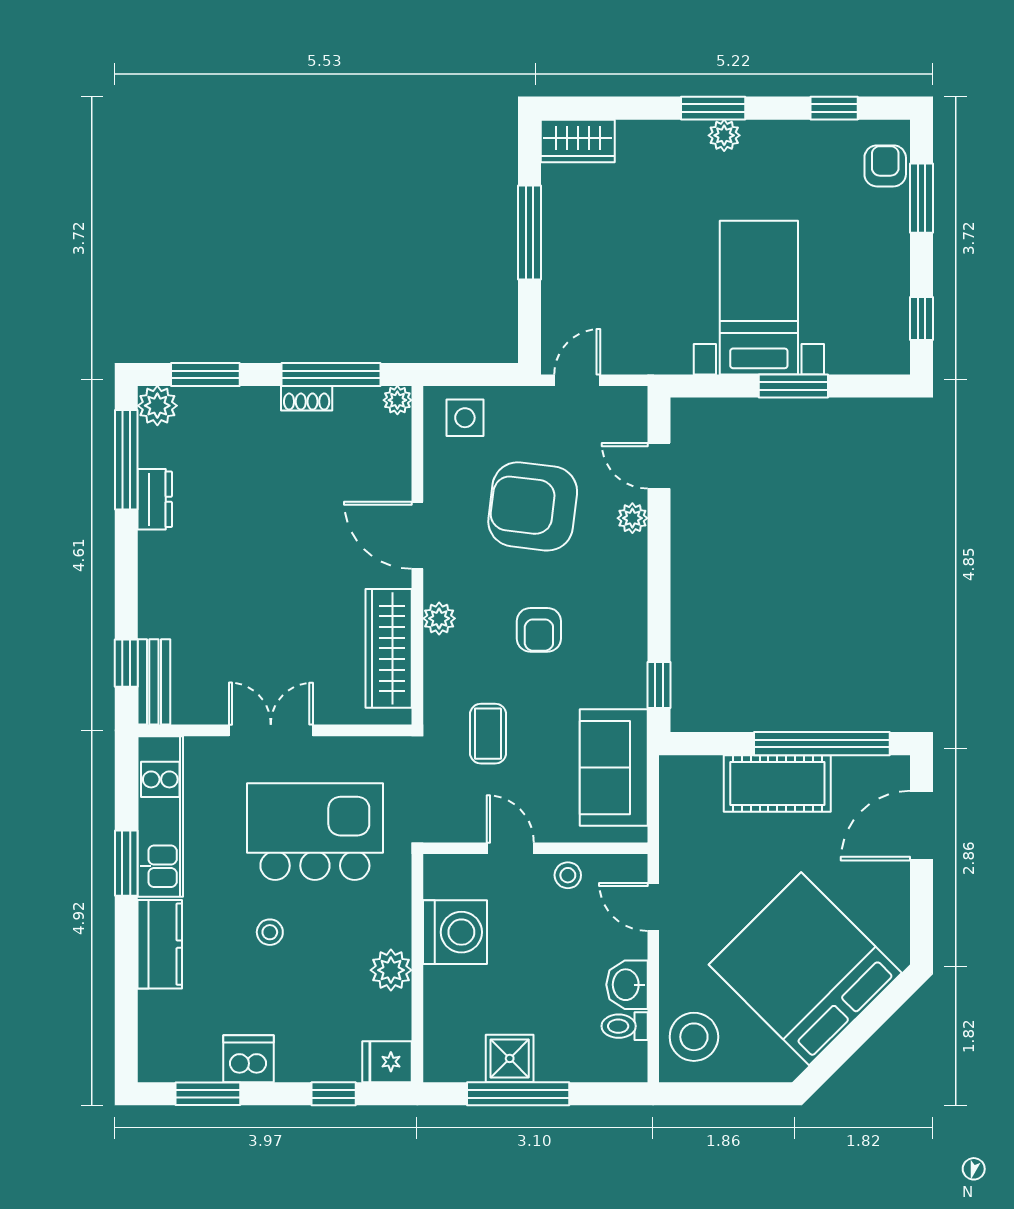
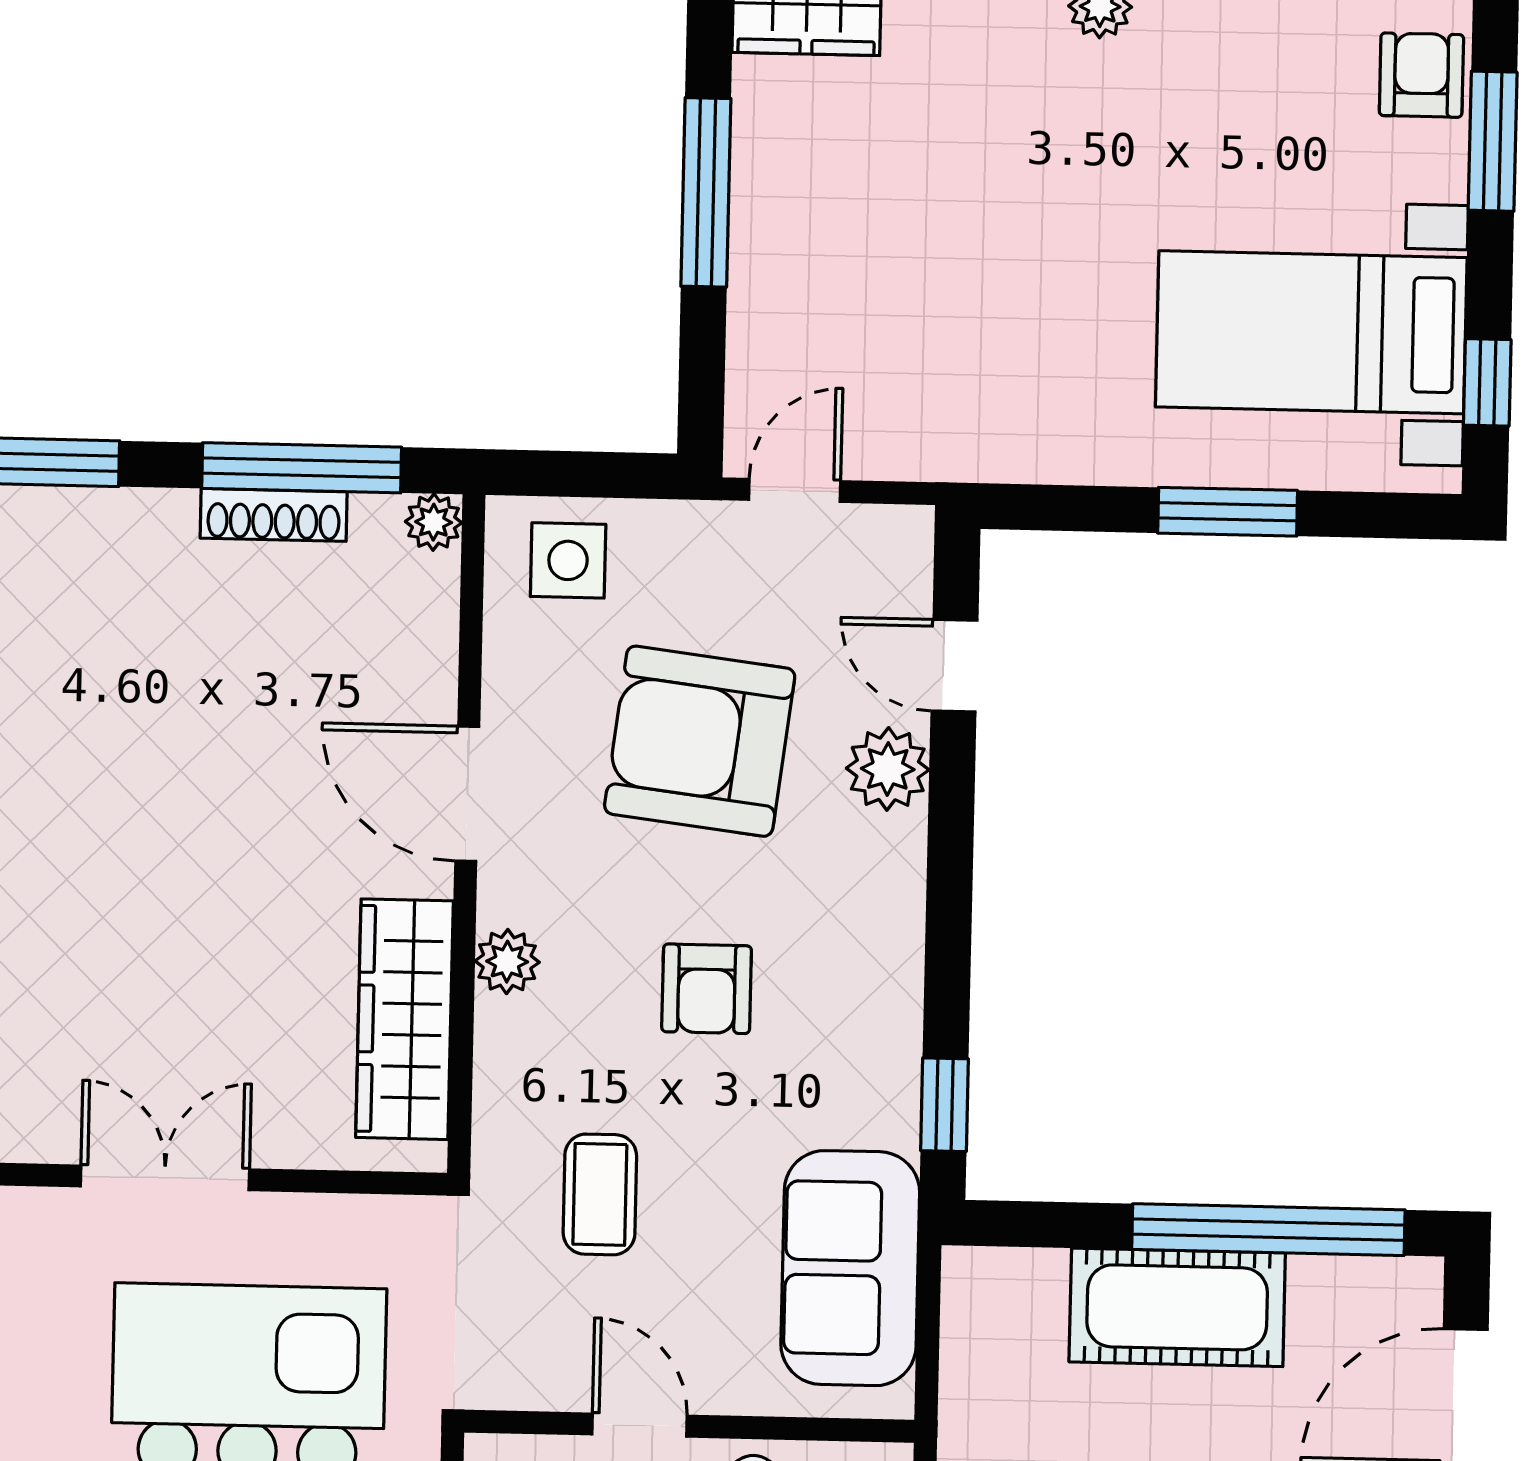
bed with nightstands: (759, 298) -> (1311, 332), moved, turned -90
shoe rack: (307, 398) -> (274, 515), width x1.43
plant: (632, 518) -> (888, 769), width x1.38, depth x1.38

